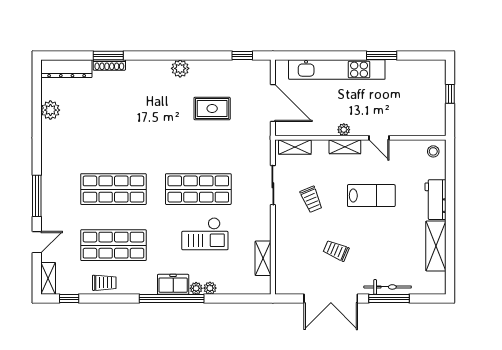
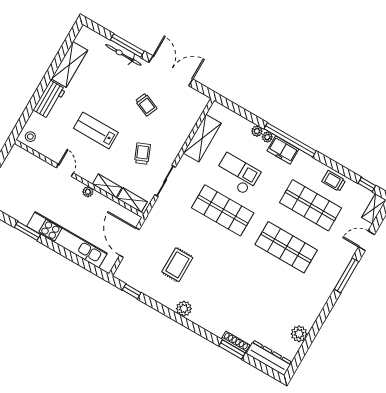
rug: (212, 108) -> (177, 265), turned 90
shelving: (345, 147) -> (107, 186), moved
shelving: (263, 258) -> (202, 138), width x1.50, depth x1.33

